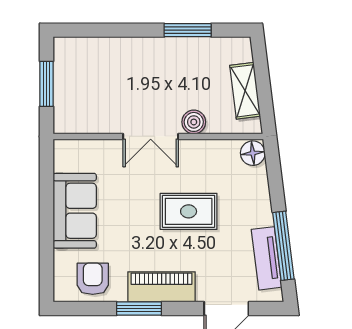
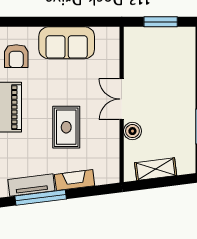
floor lamp: (253, 153) -> (109, 175), removed
fireplace: (260, 200) -> (75, 180), added
armchair: (93, 279) -> (16, 56), turned 90

